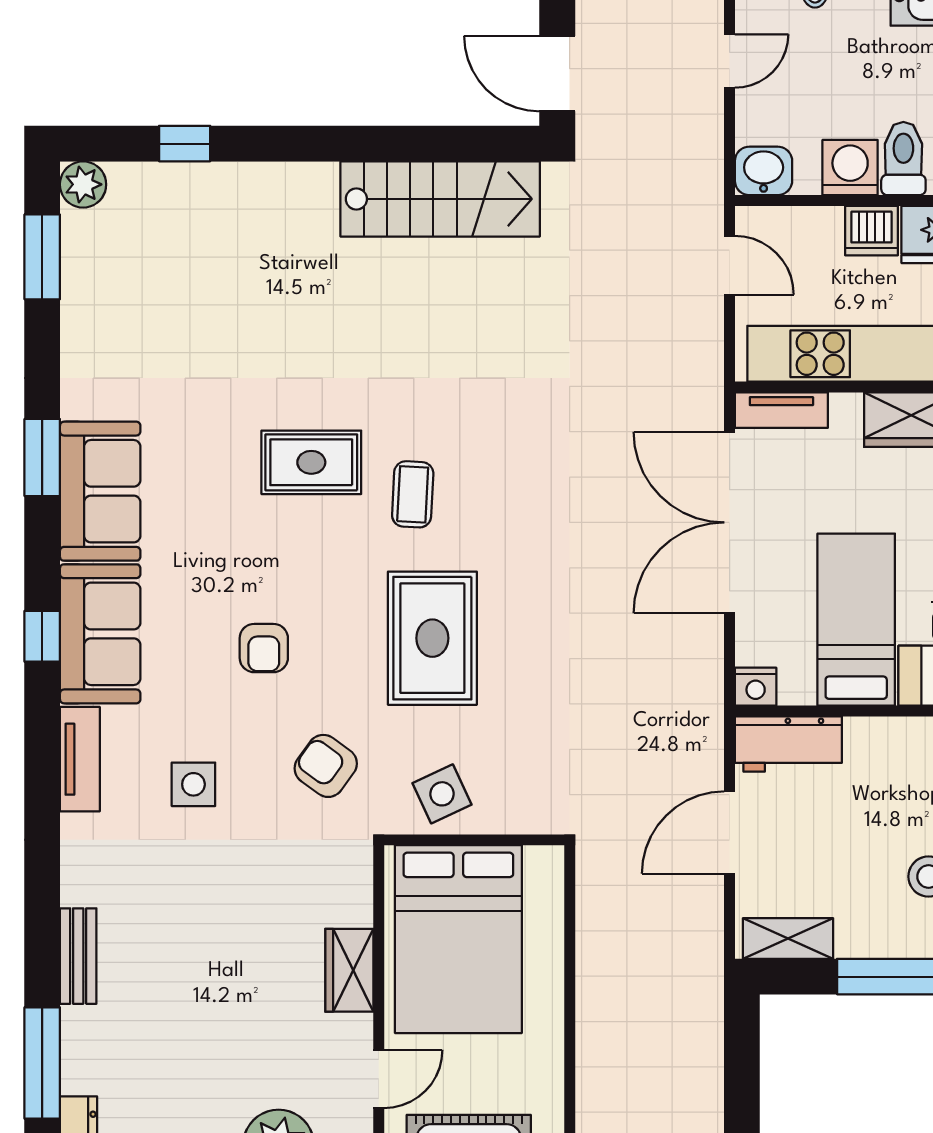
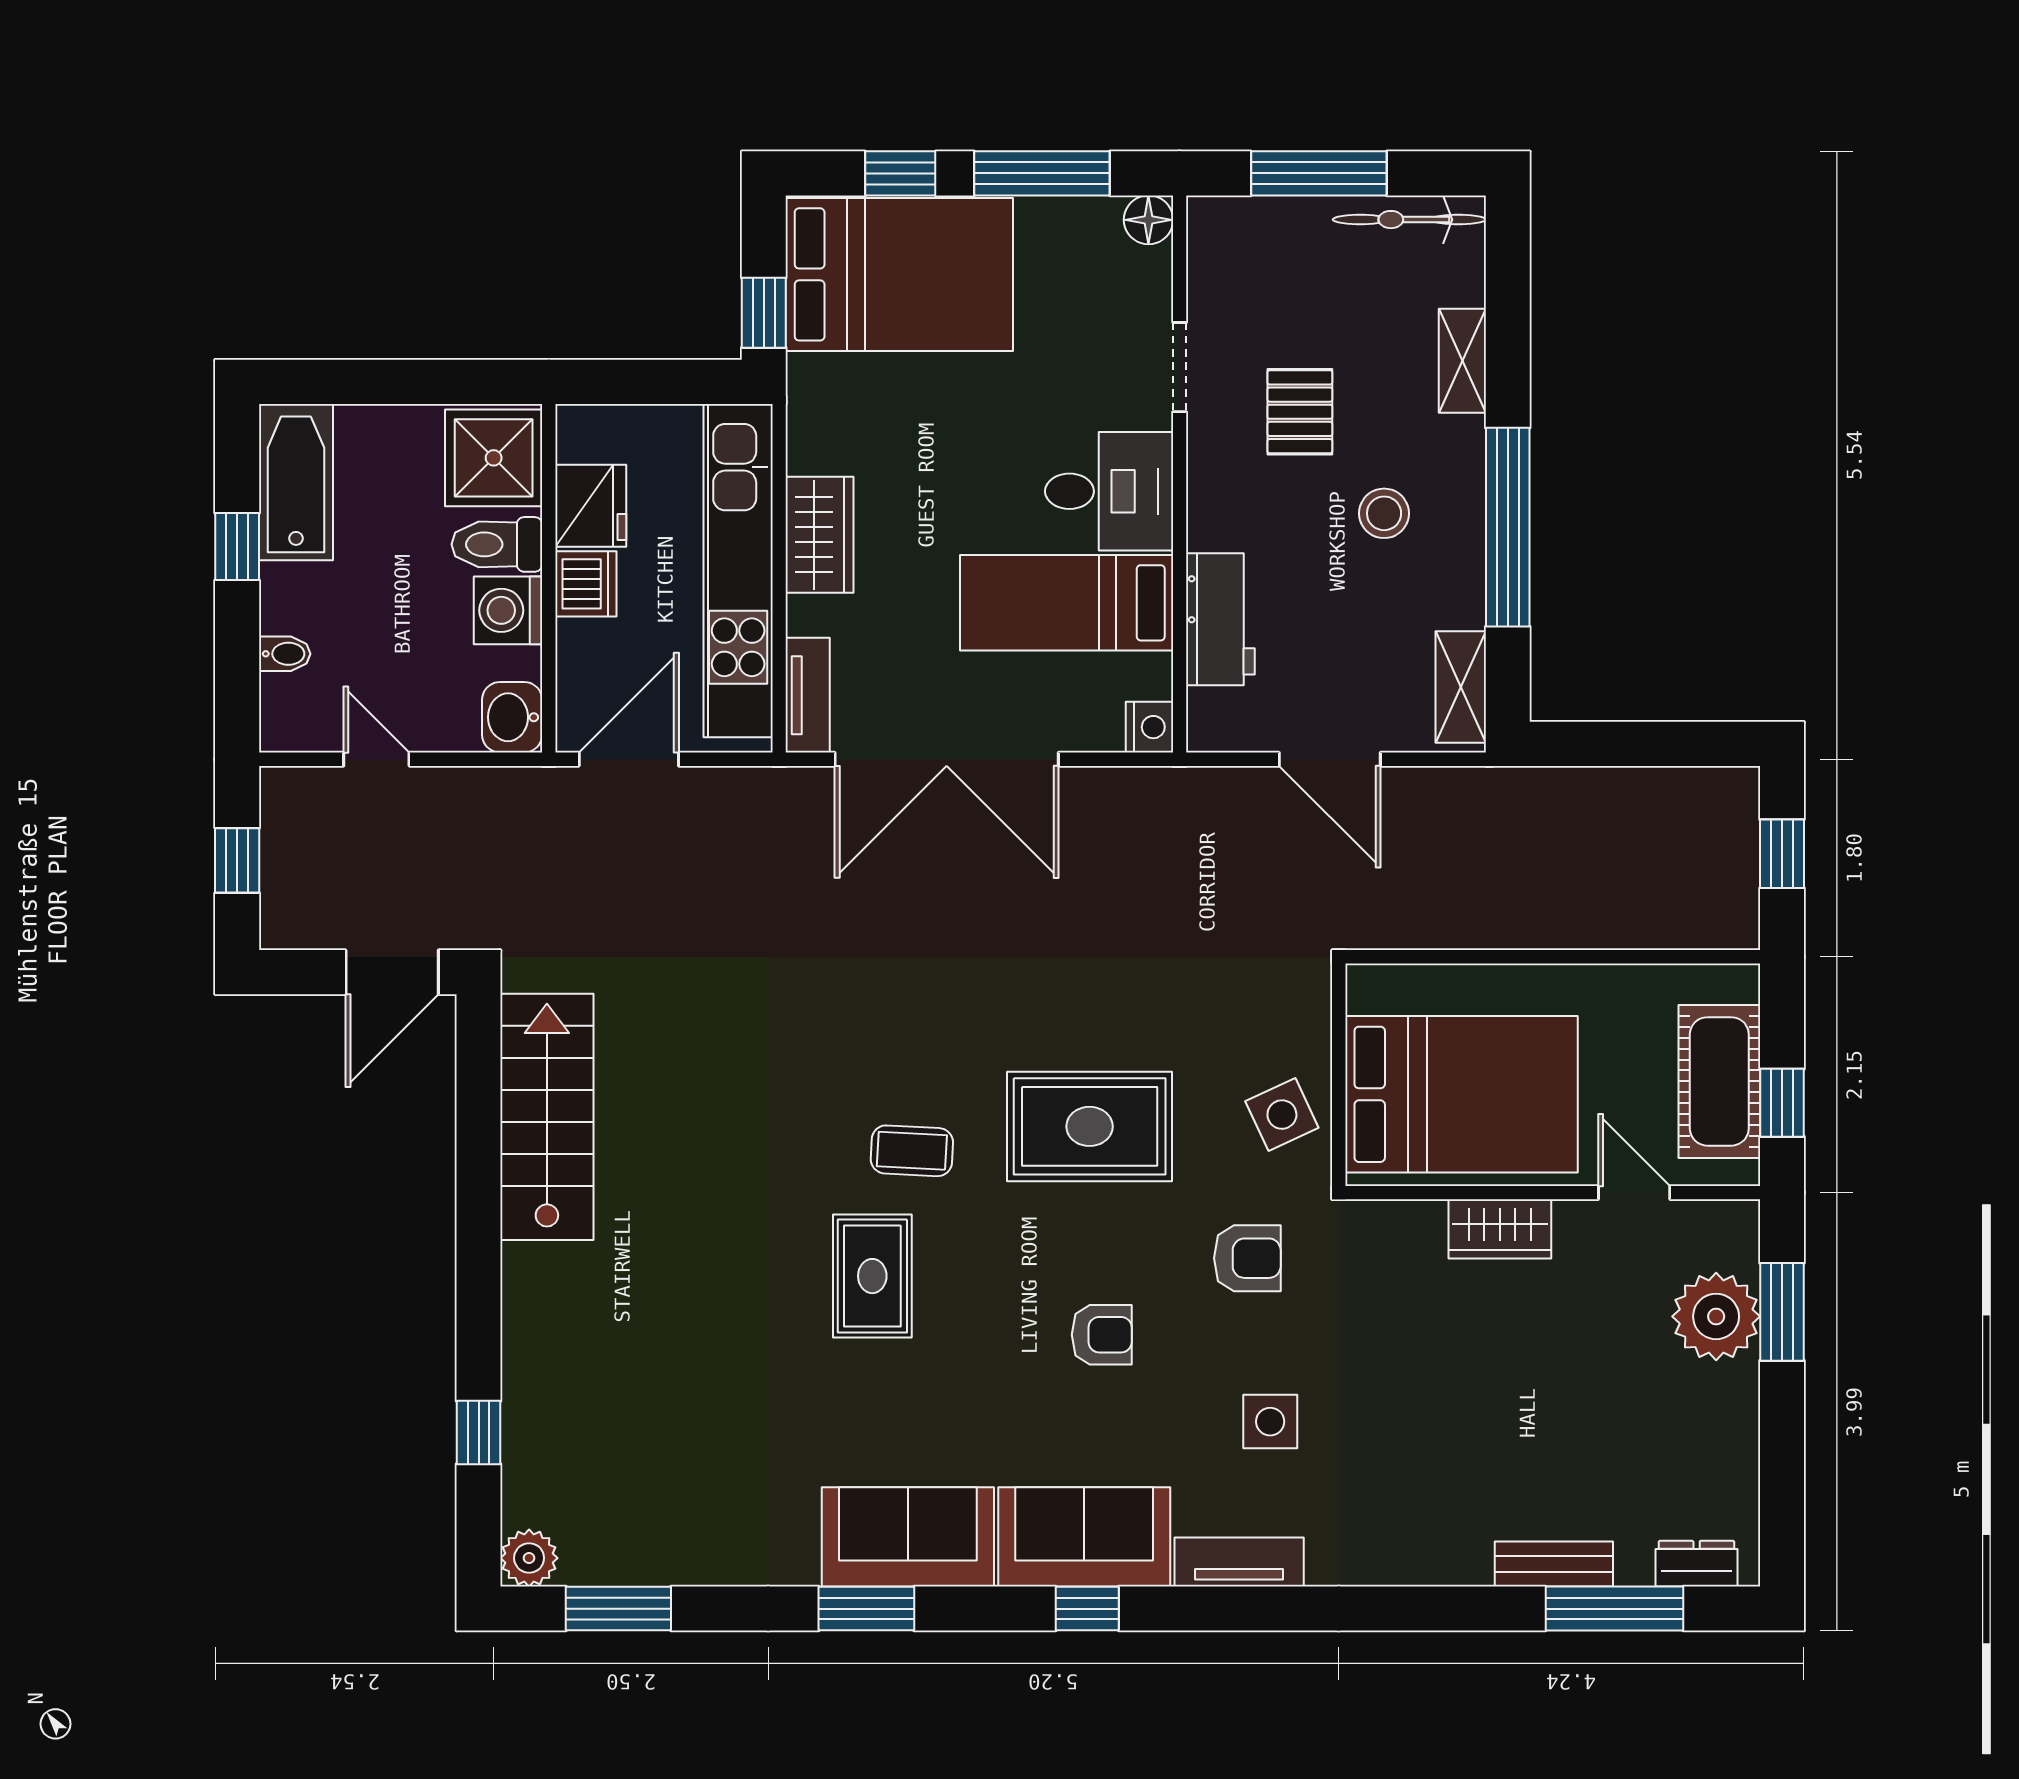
door: (730, 265) -> (629, 759), width x1.38
workbench: (788, 744) -> (1220, 619), moved
armchair: (326, 766) -> (1247, 1258), turned -126
bench: (78, 956) -> (1554, 1564), moved

